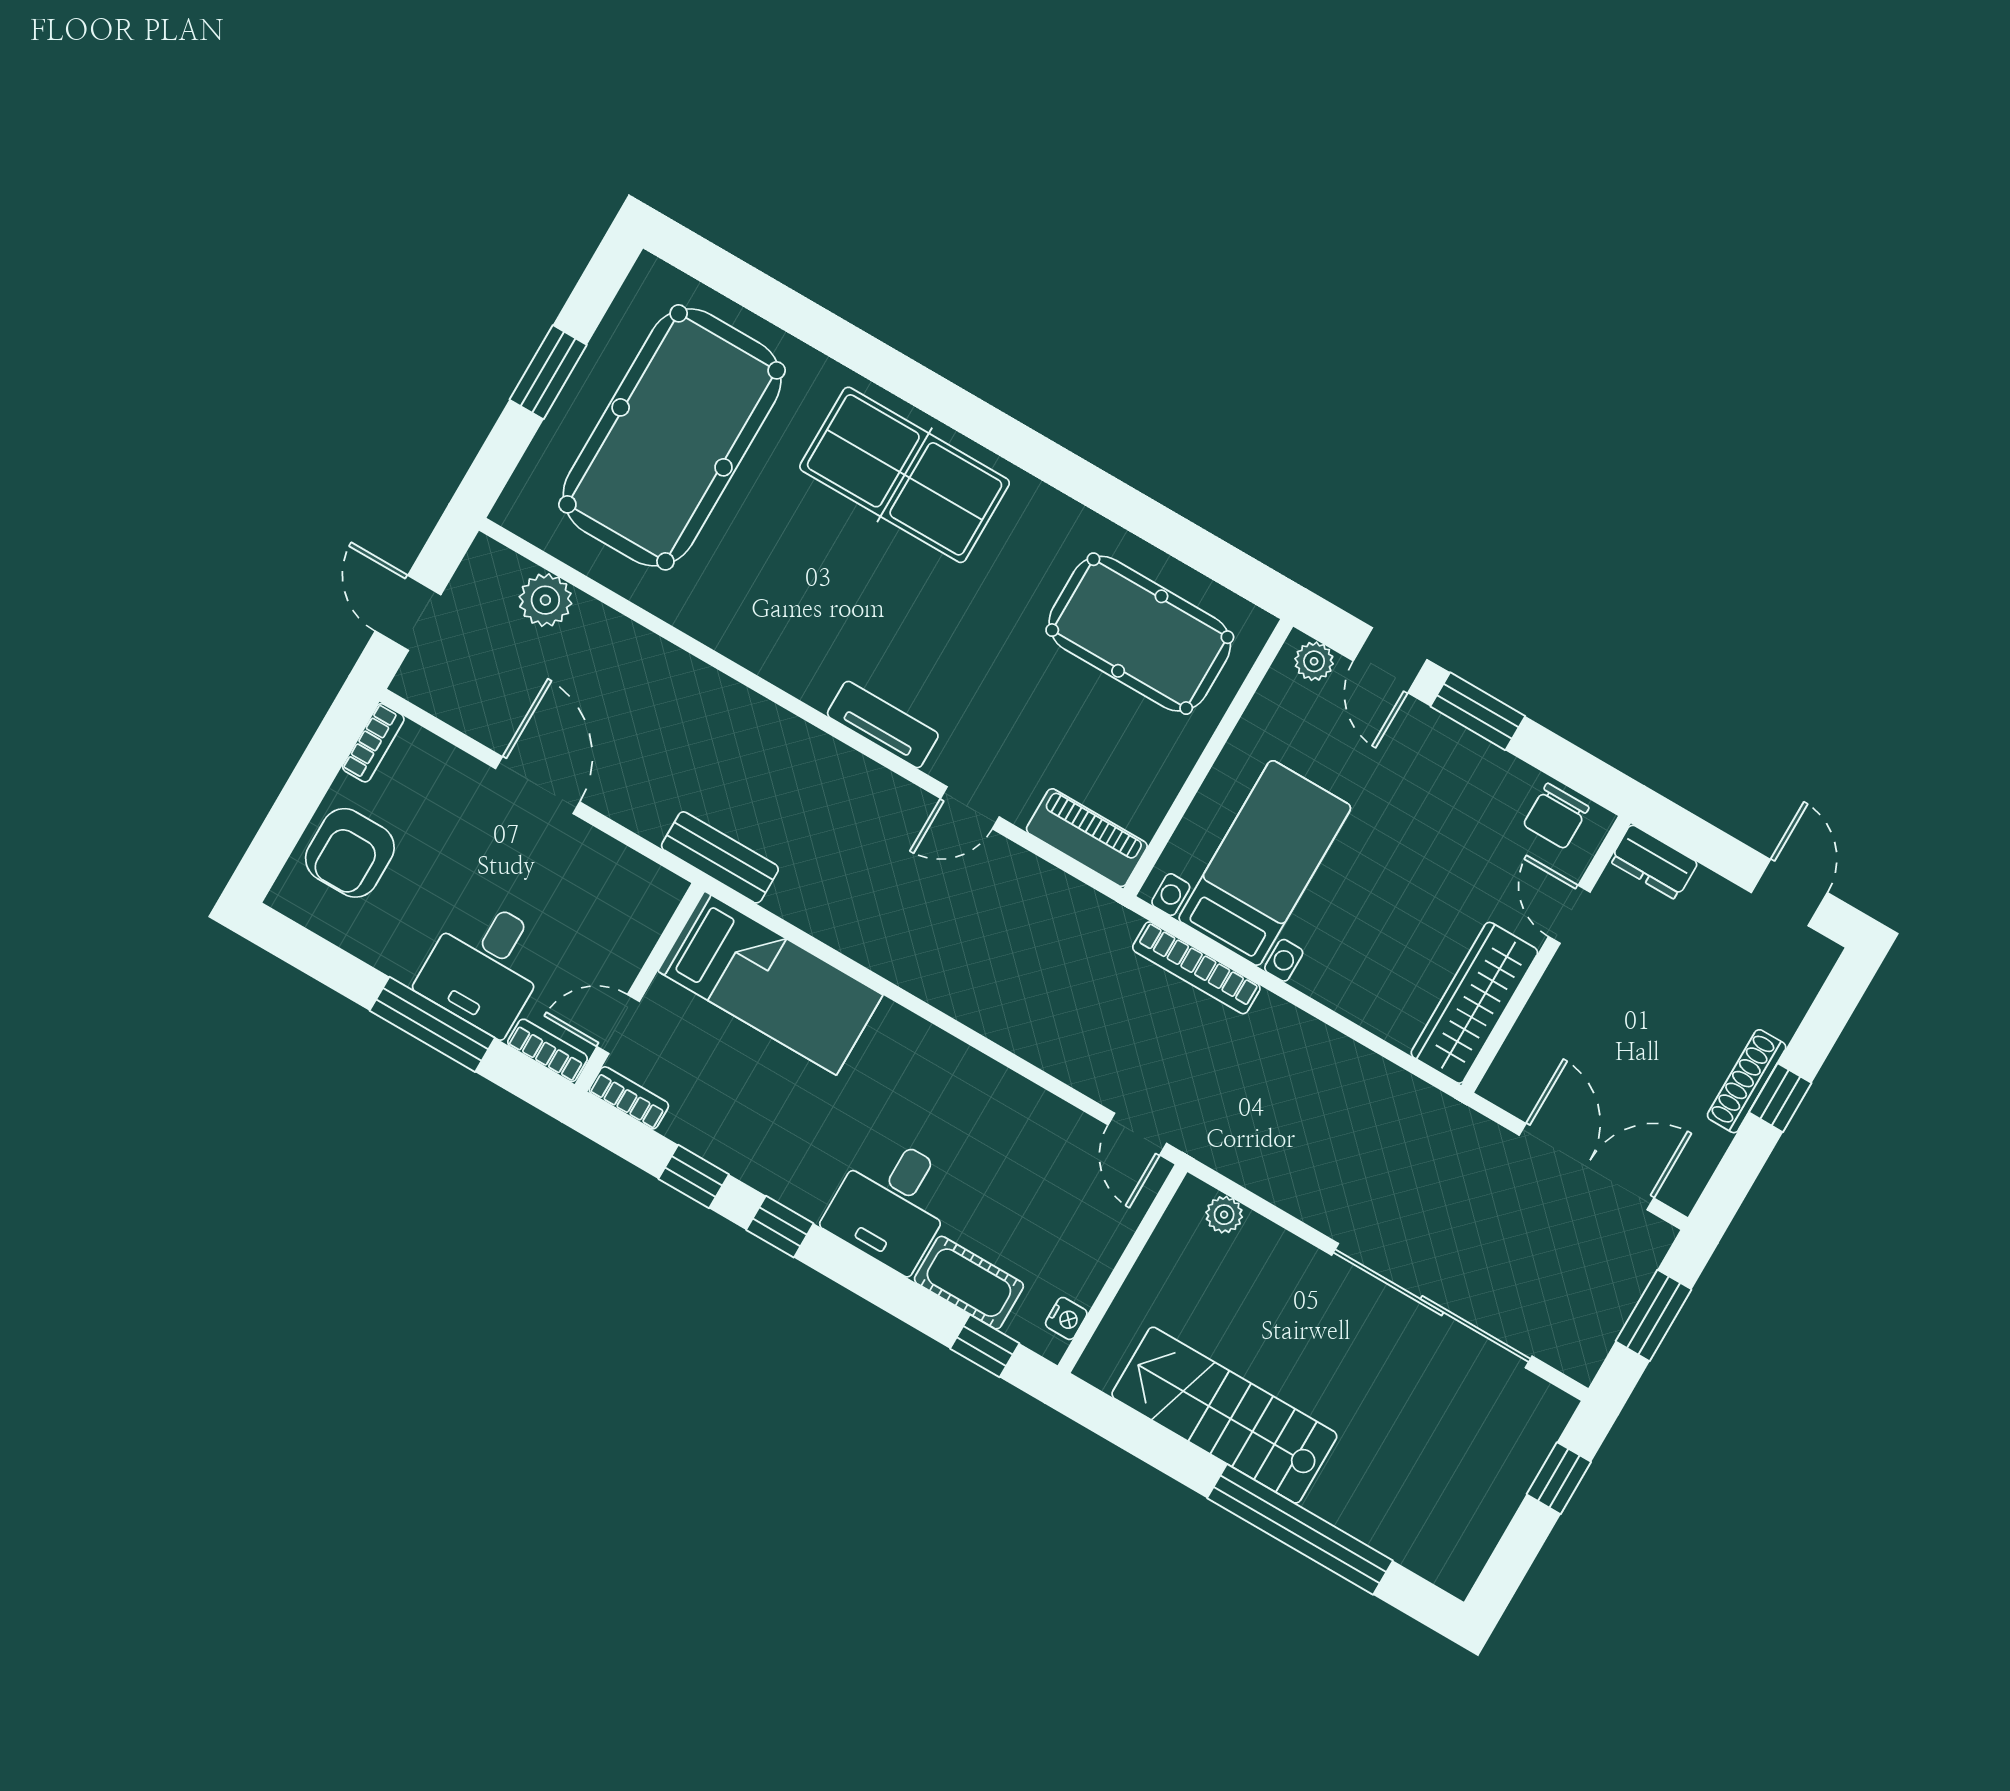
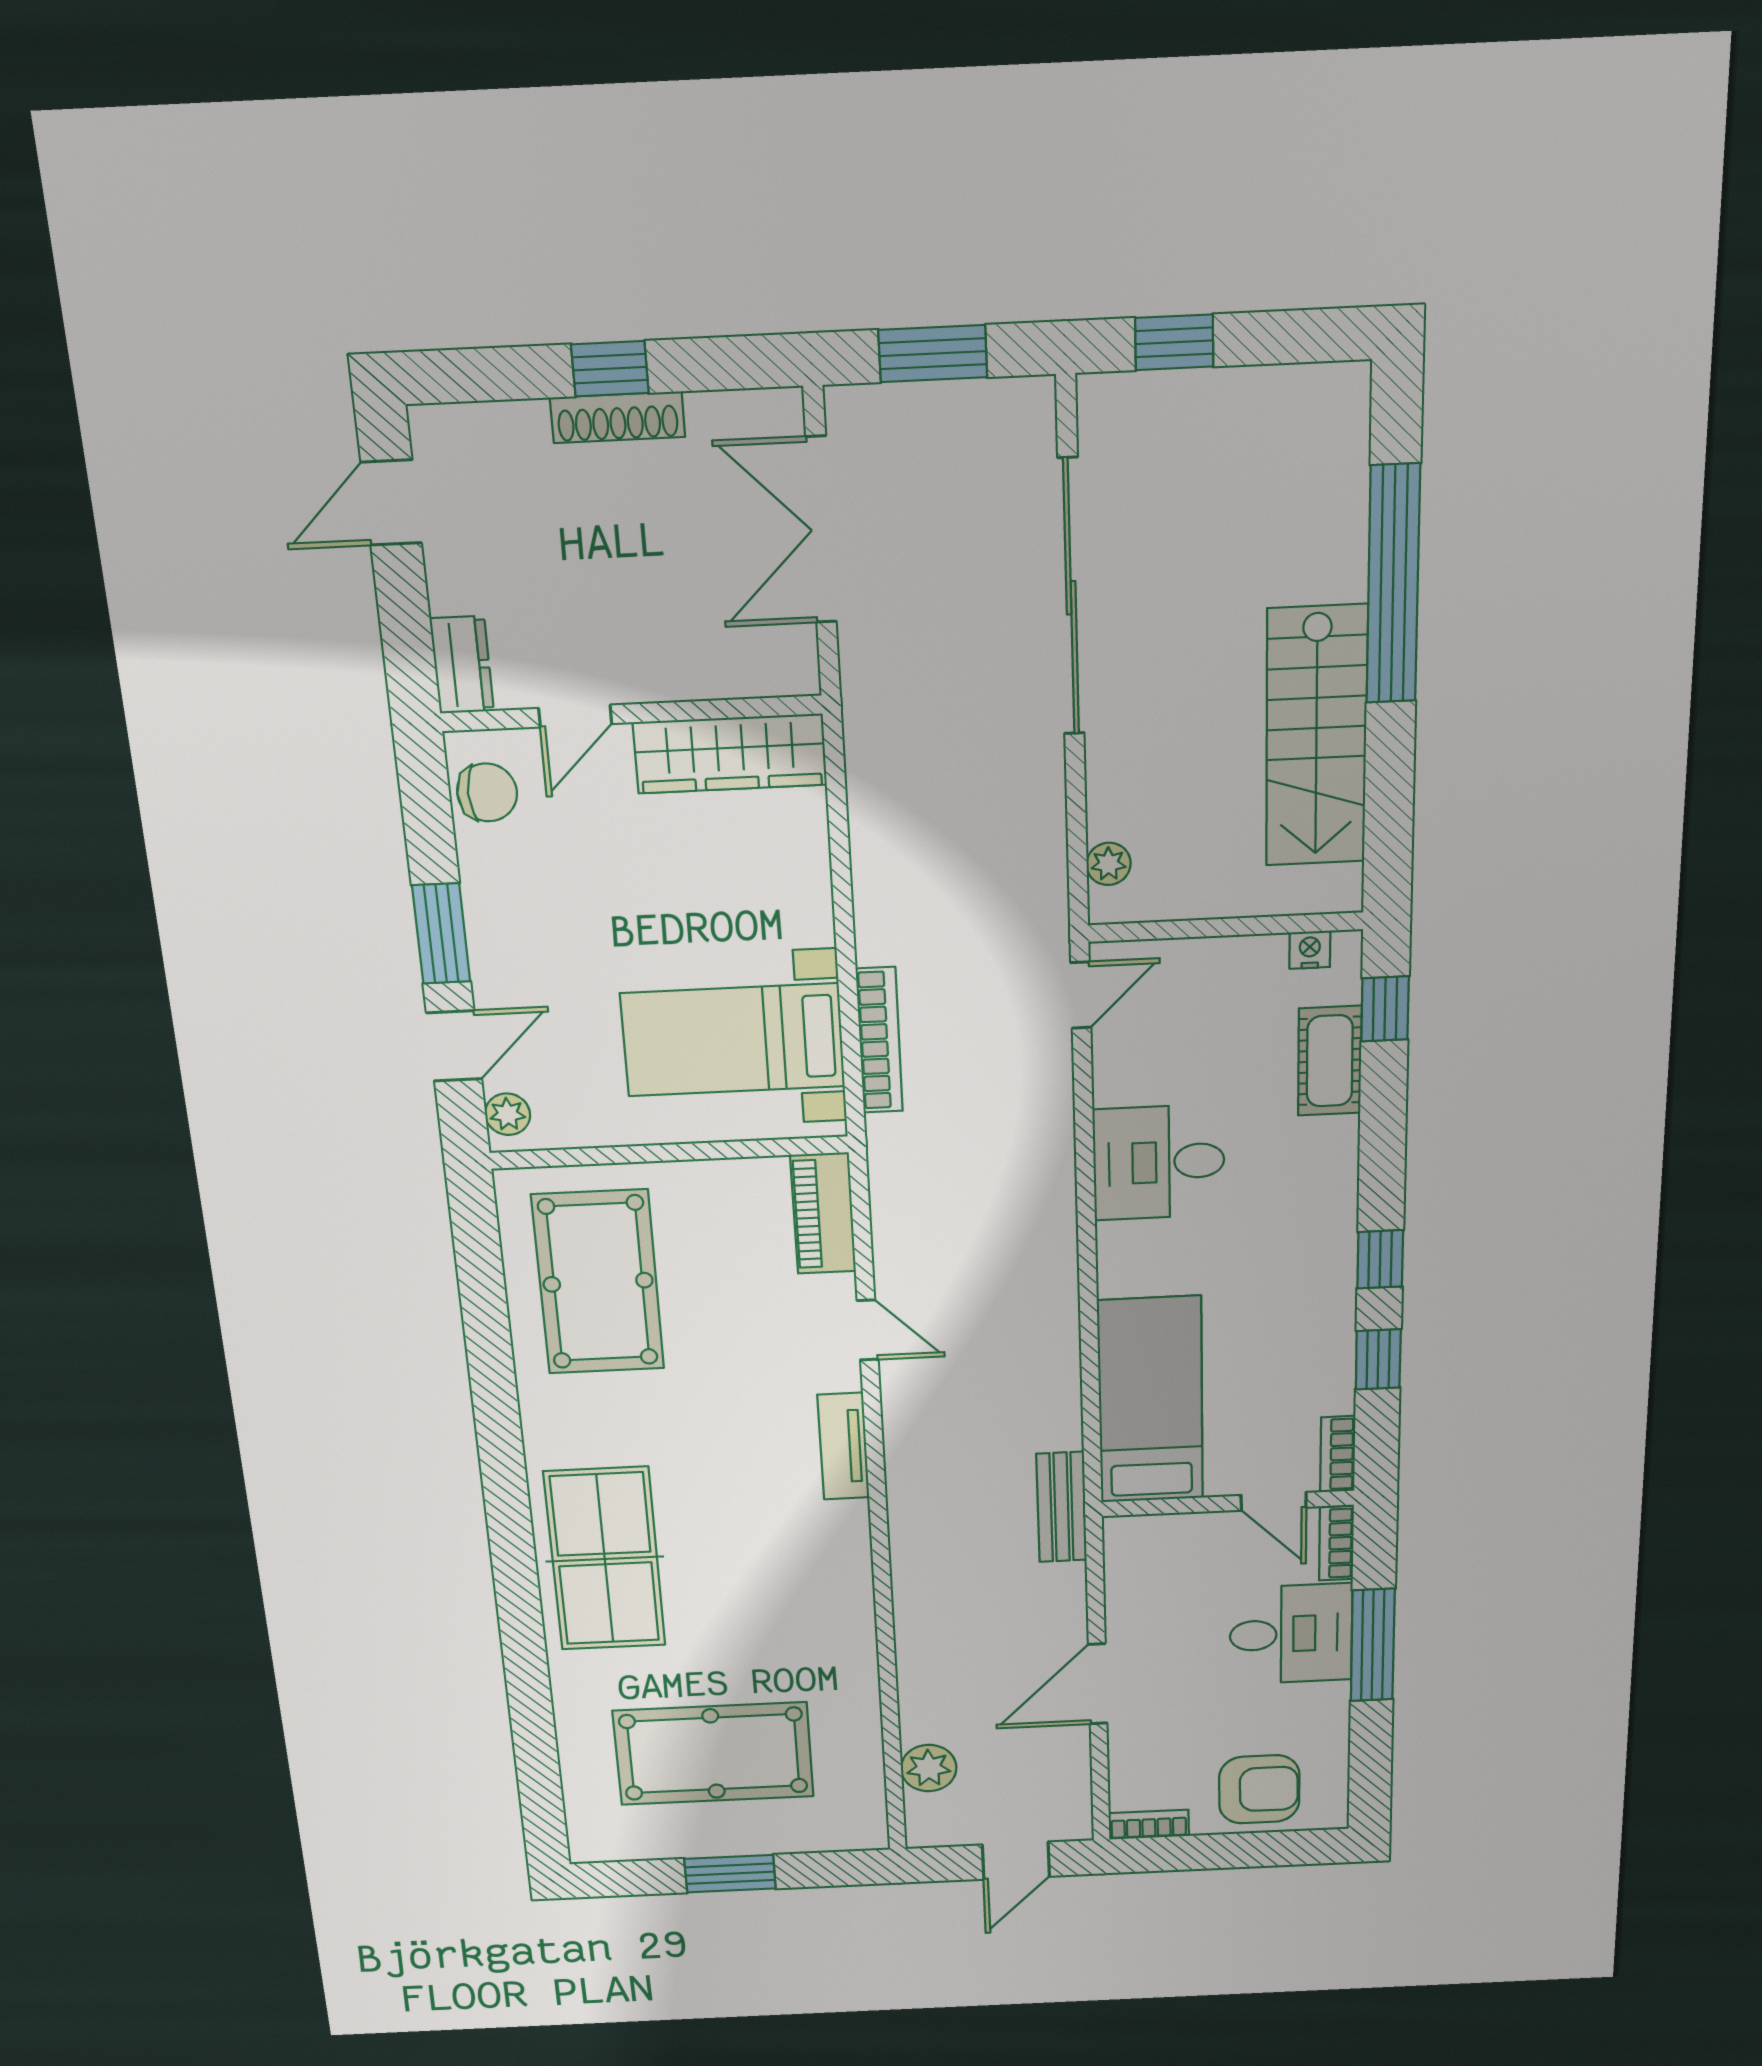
pool table: (672, 437) -> (713, 1754), width x0.73, depth x0.76
desk: (892, 1203) -> (1159, 1162), moved, turned 180

